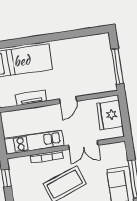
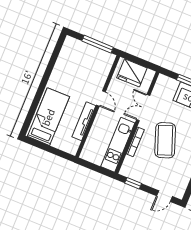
tv unit: (31, 98) -> (84, 121), width x1.41
double door: (83, 145) -> (143, 108), swing flipped

